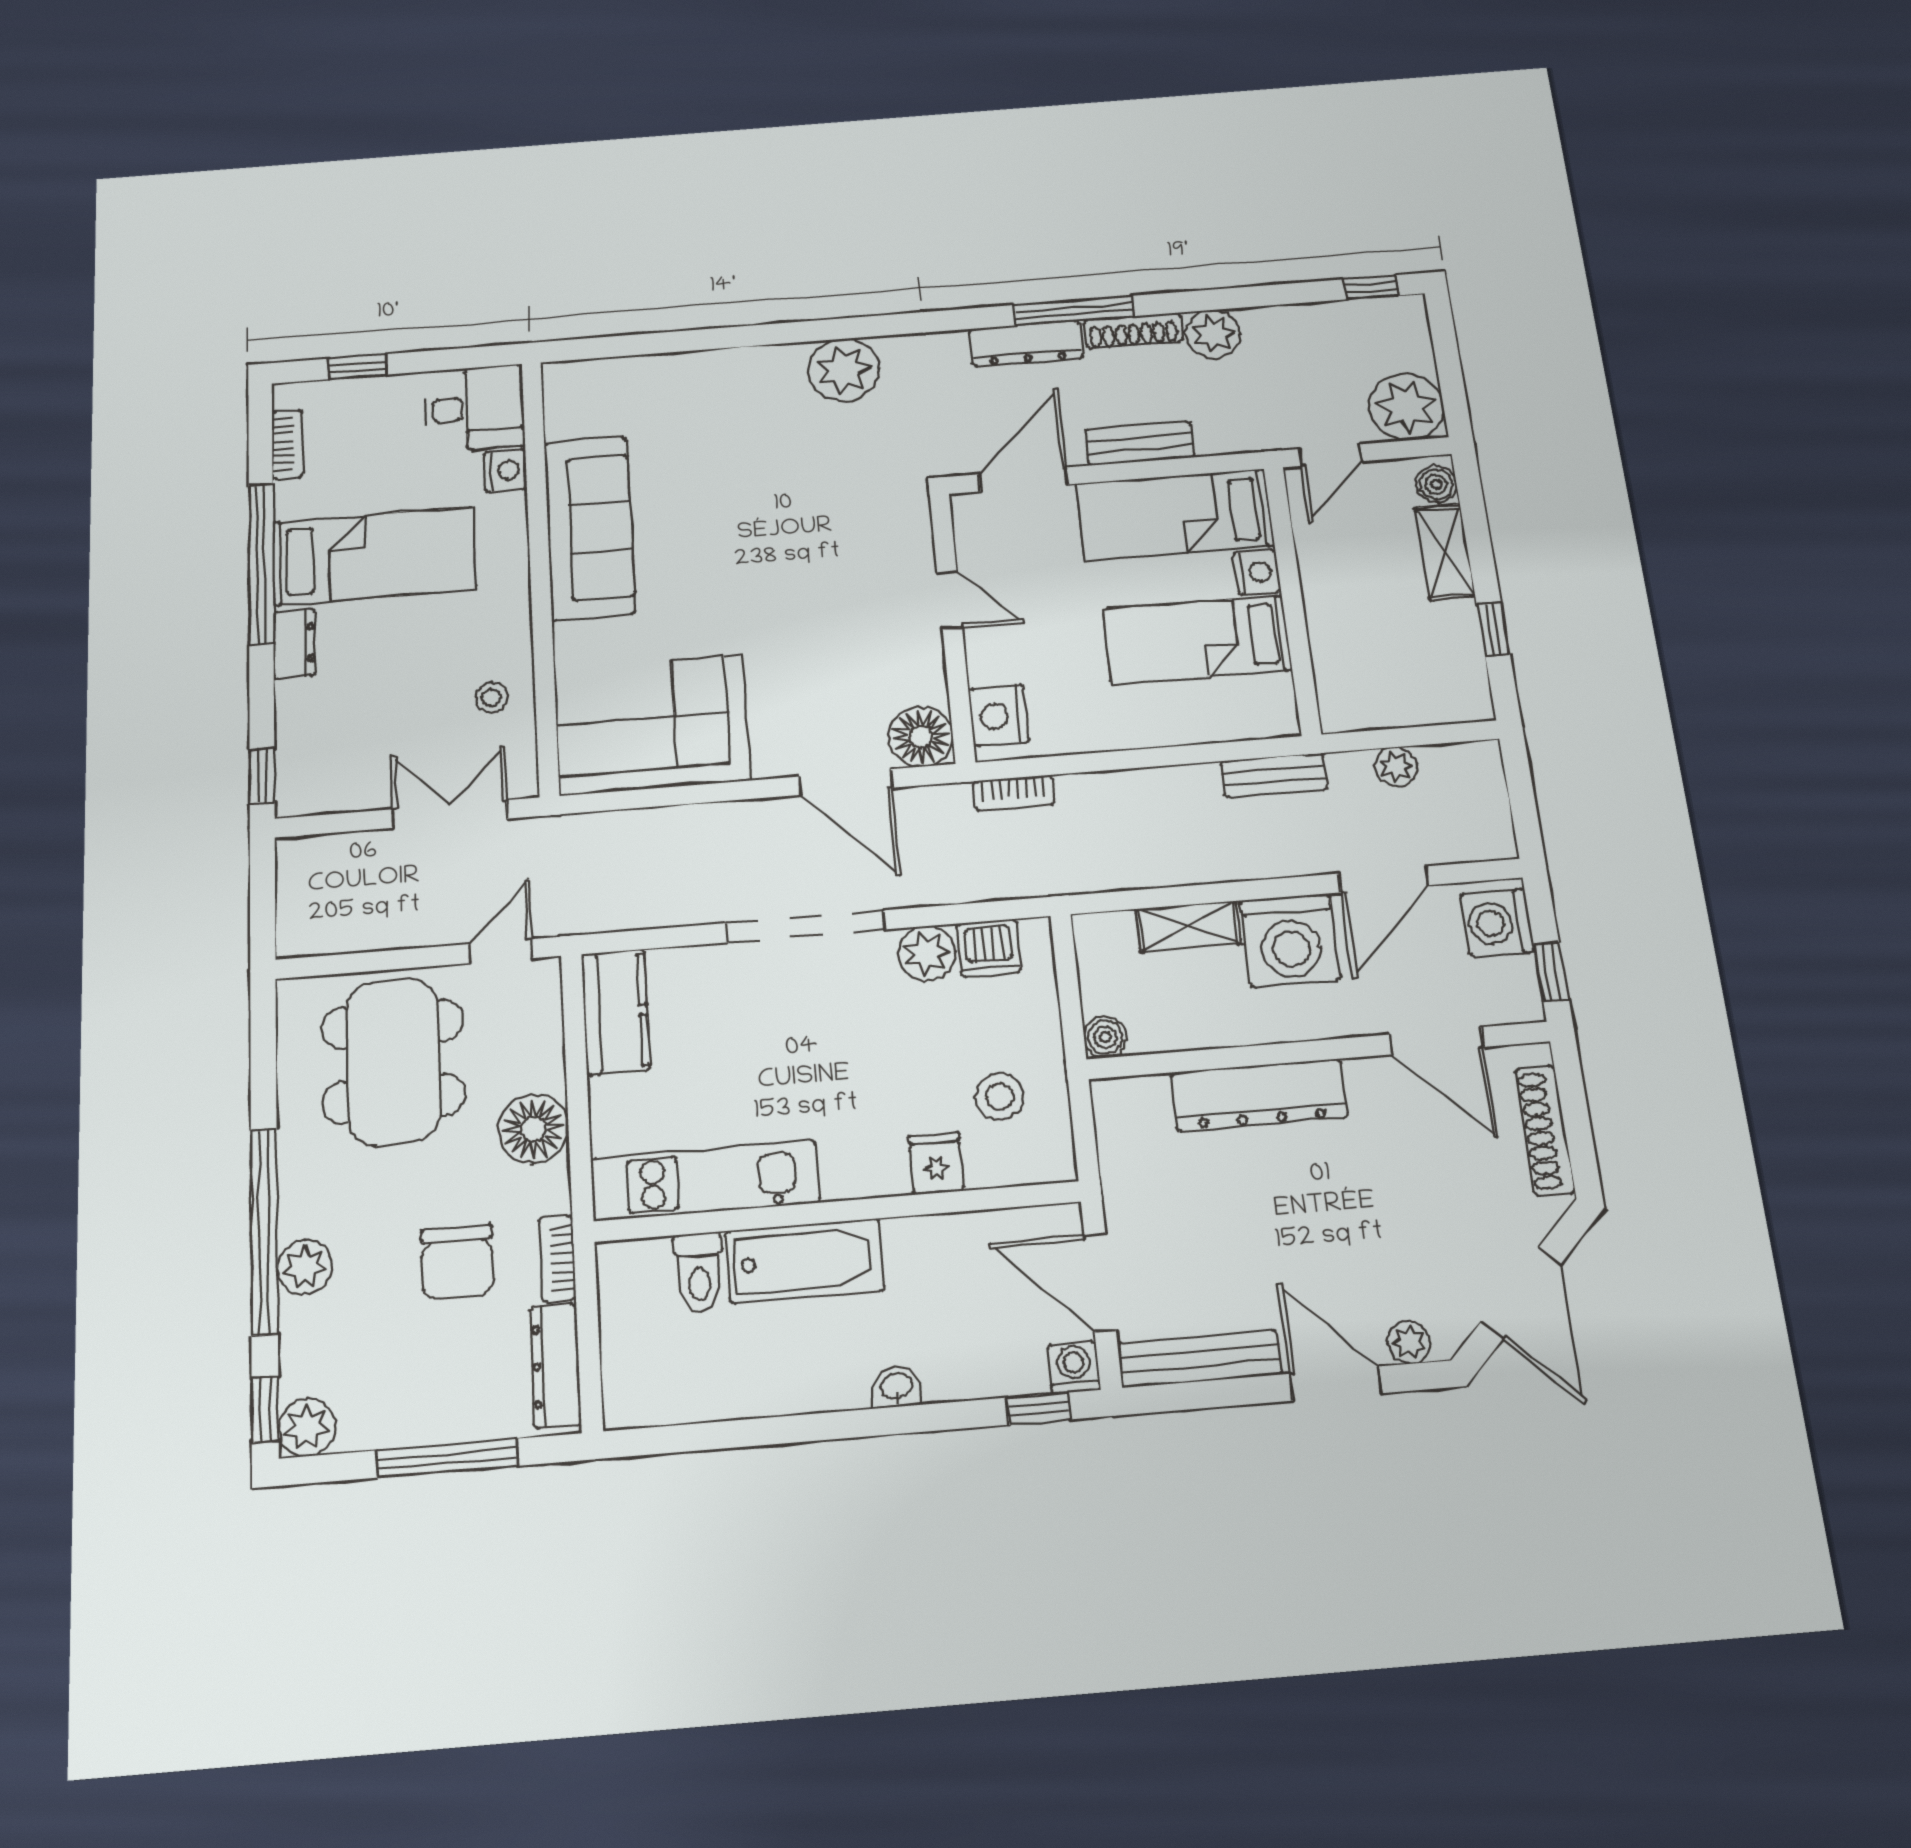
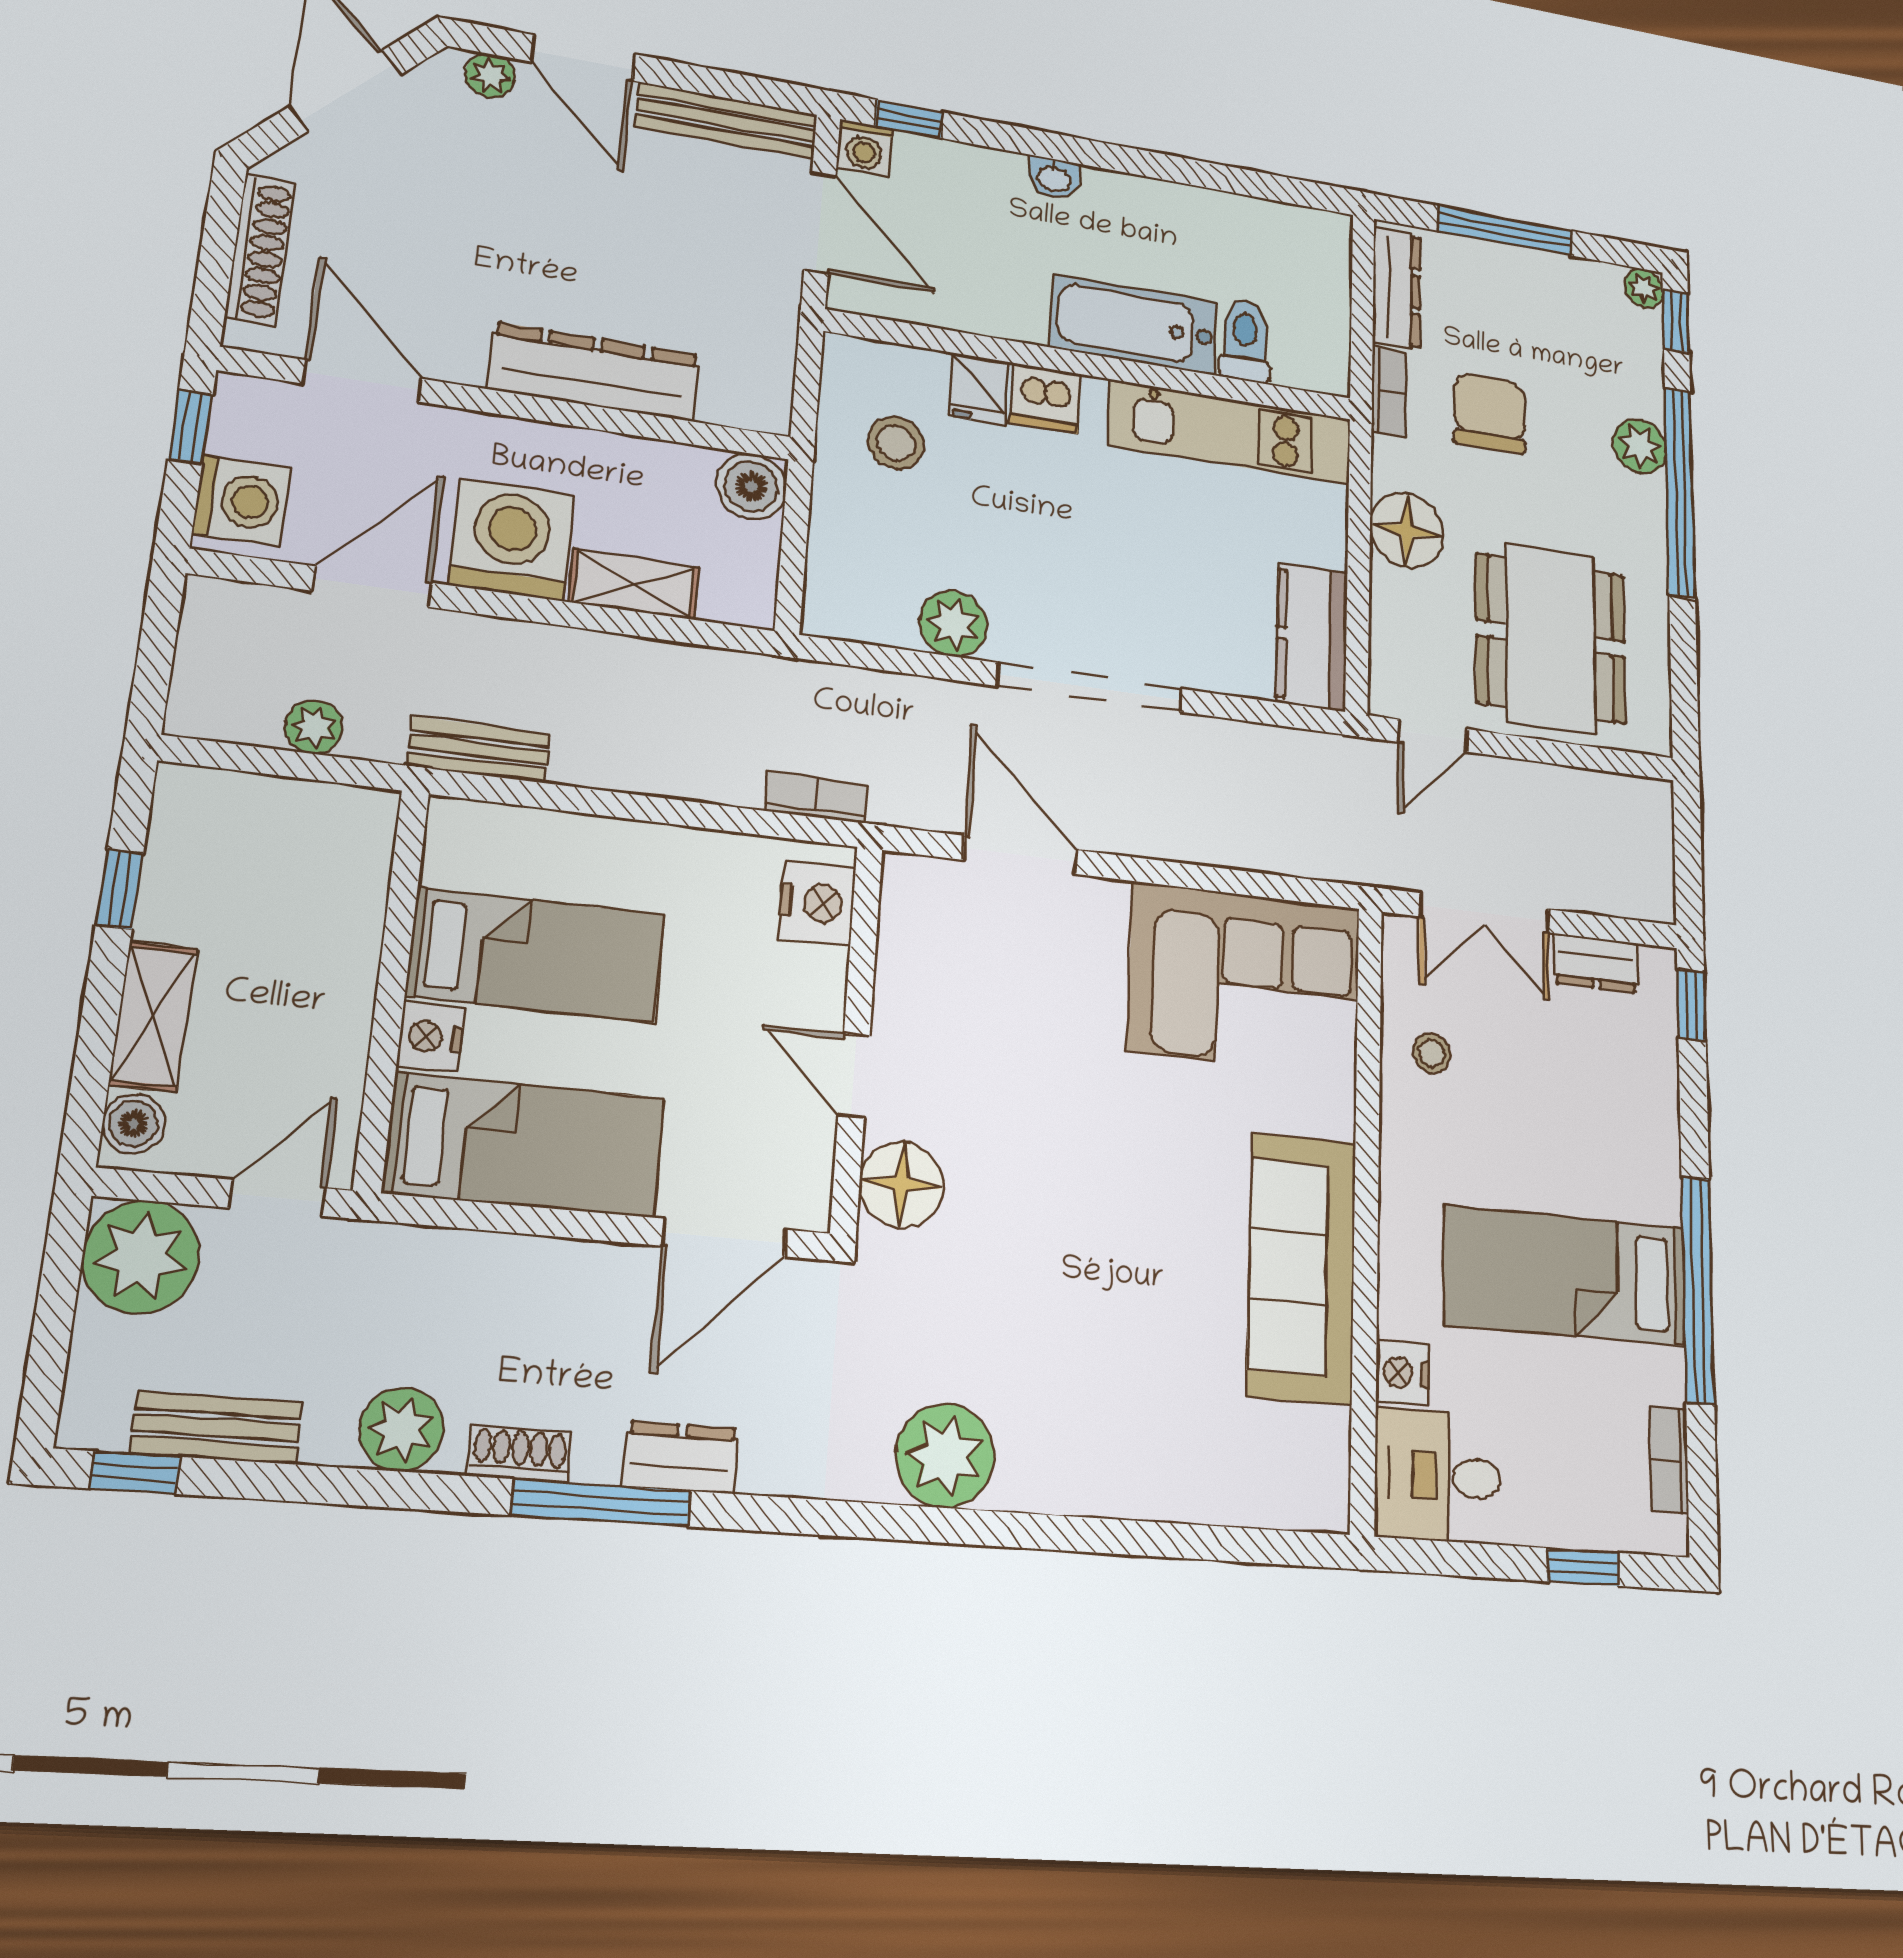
shoe rack: (1133, 331) -> (520, 1454), width x0.70
dresser: (1026, 344) -> (681, 1457), width x0.70
bench: (1139, 443) -> (217, 1428), moved
dresser: (294, 644) -> (1596, 963), moved, turned -90
floor lamp: (921, 737) -> (901, 1184), moved
dishwasher: (989, 948) -> (1045, 398), moved, turned 180
boiler: (1105, 1037) -> (752, 486), width x1.36, depth x1.36
plant: (307, 1427) -> (1644, 288), width x0.73, depth x0.73

